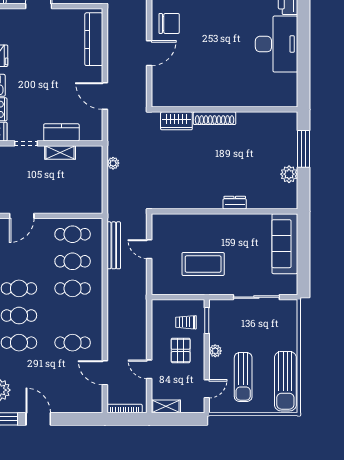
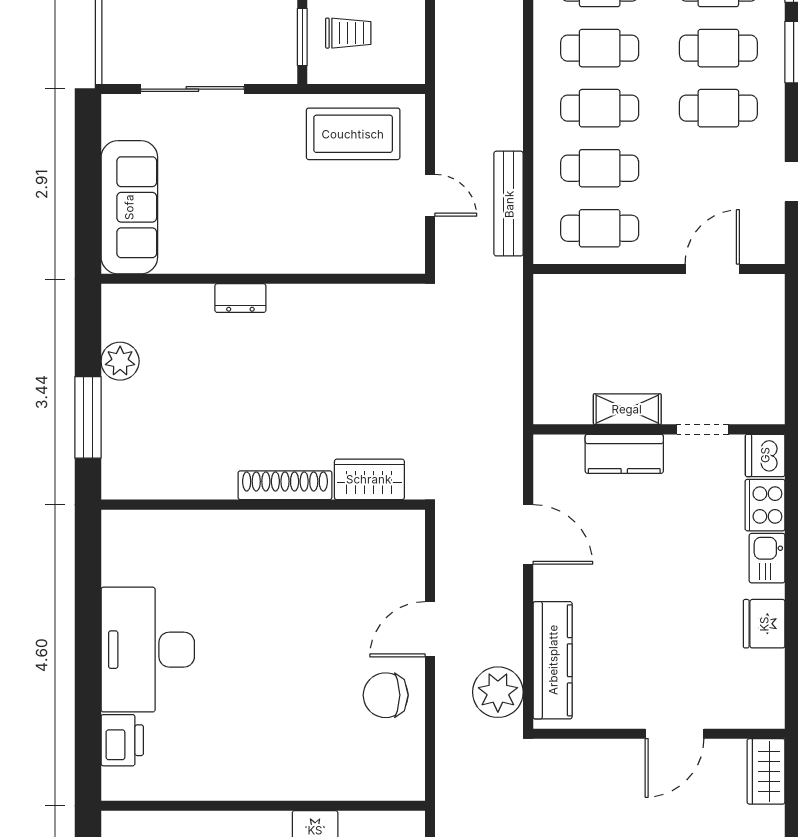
plant: (113, 163) -> (498, 692), moved, width x1.87, depth x1.87
coffee table: (203, 264) -> (353, 134), moved
cafe table: (73, 316) -> (600, 48), added

